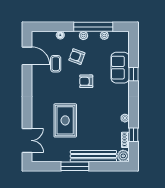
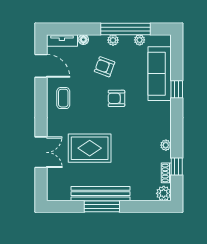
tv unit: (43, 36) -> (62, 40), added
coffee table: (56, 64) -> (63, 98), moved
sofa: (120, 68) -> (160, 74), width x1.36
rug: (65, 120) -> (90, 148), turned 90
double door: (27, 140) -> (41, 152), moved
bench: (93, 156) -> (100, 194), moved

